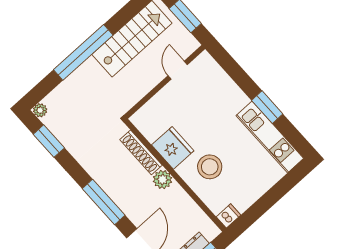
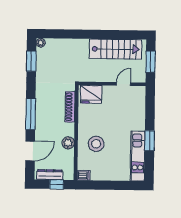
window: (83, 52) -> (86, 34), removed
fridge: (173, 148) -> (91, 94), moved, turned 90
plant: (163, 180) -> (68, 143), moved

